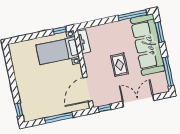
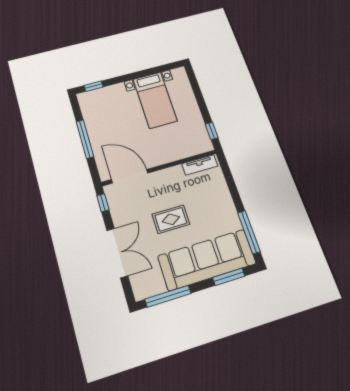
bed with nightstands: (58, 51) -> (155, 100), moved, turned 180

